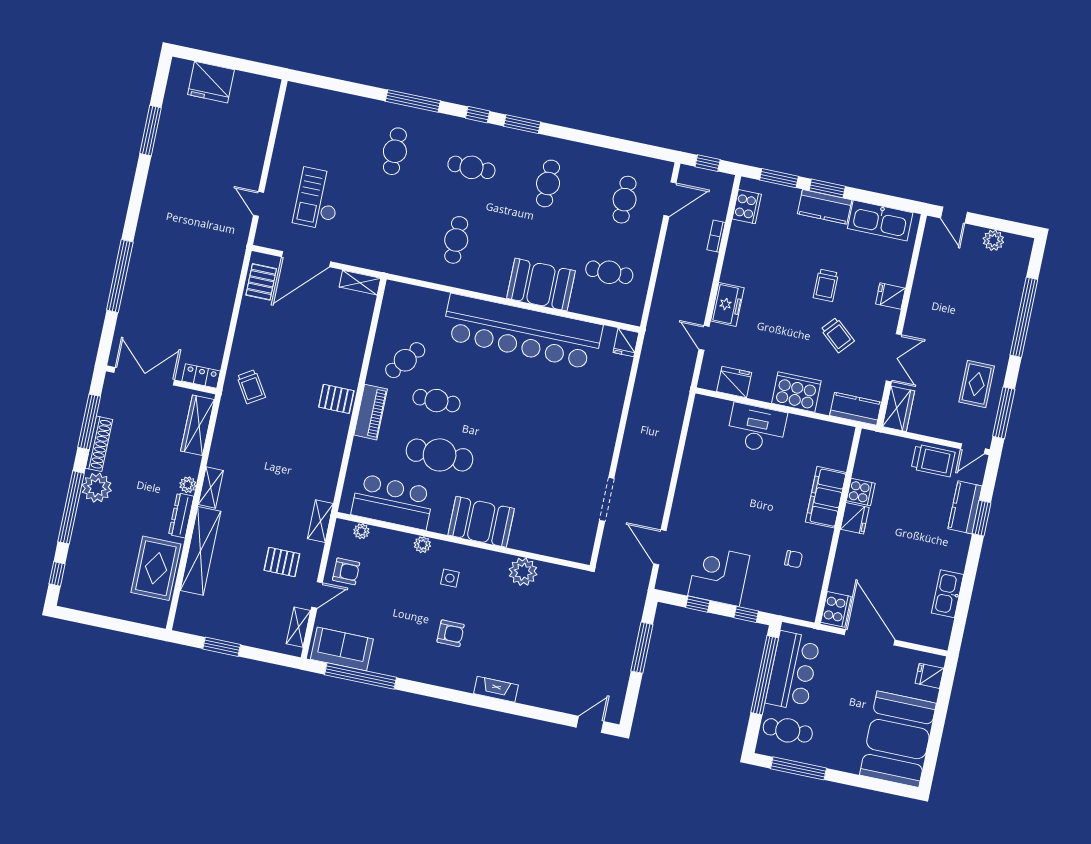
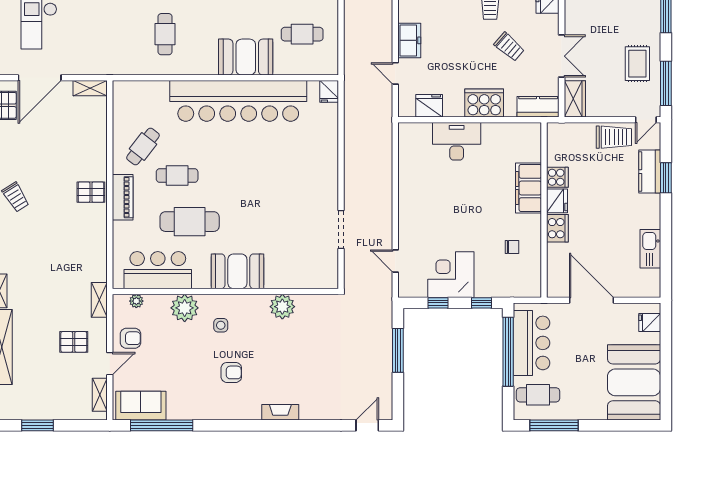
plant: (422, 545) -> (185, 308), width x1.88, depth x1.88
door: (660, 547) -> (395, 261), width x0.73
cooker: (836, 609) -> (557, 228), moved

